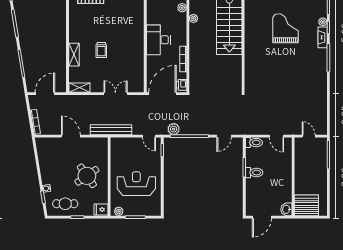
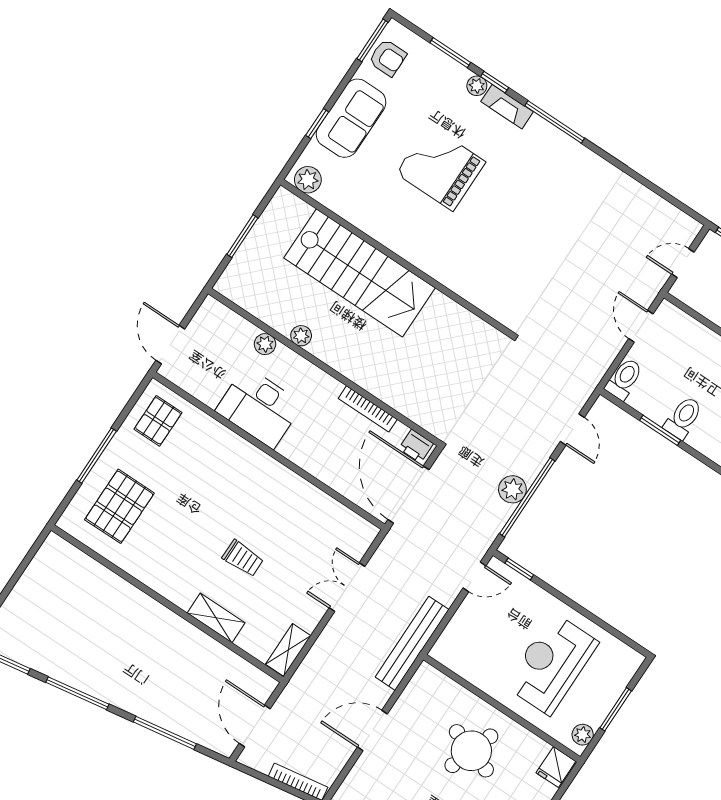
desk: (158, 40) -> (259, 407), moved
plant: (174, 129) -> (512, 489), moved
door: (276, 136) -> (641, 326), swing flipped
round table: (87, 176) -> (471, 751), turned -36

